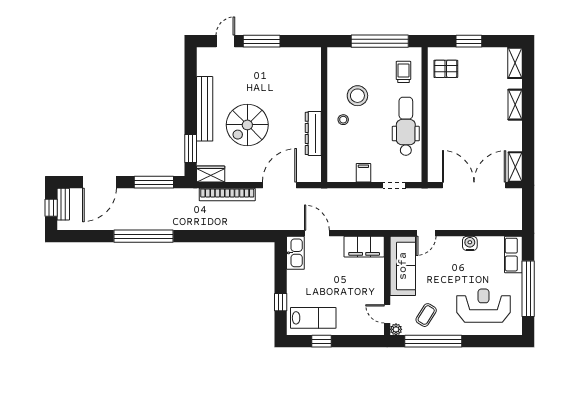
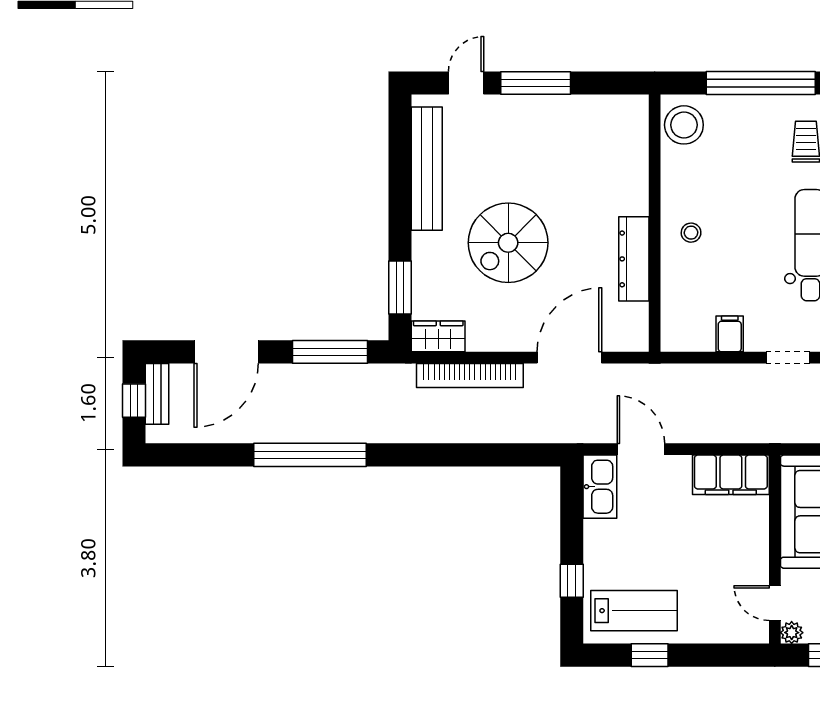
stool: (357, 96) -> (684, 125), moved
bench: (205, 109) -> (427, 169), moved

